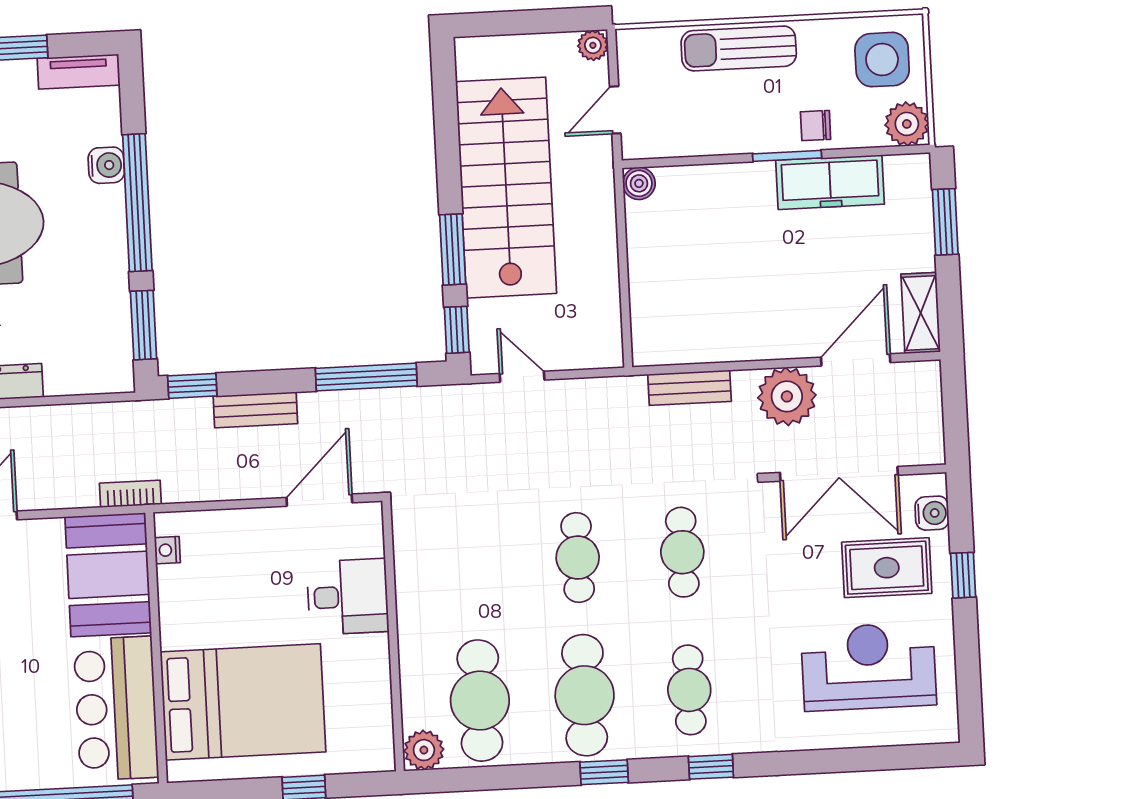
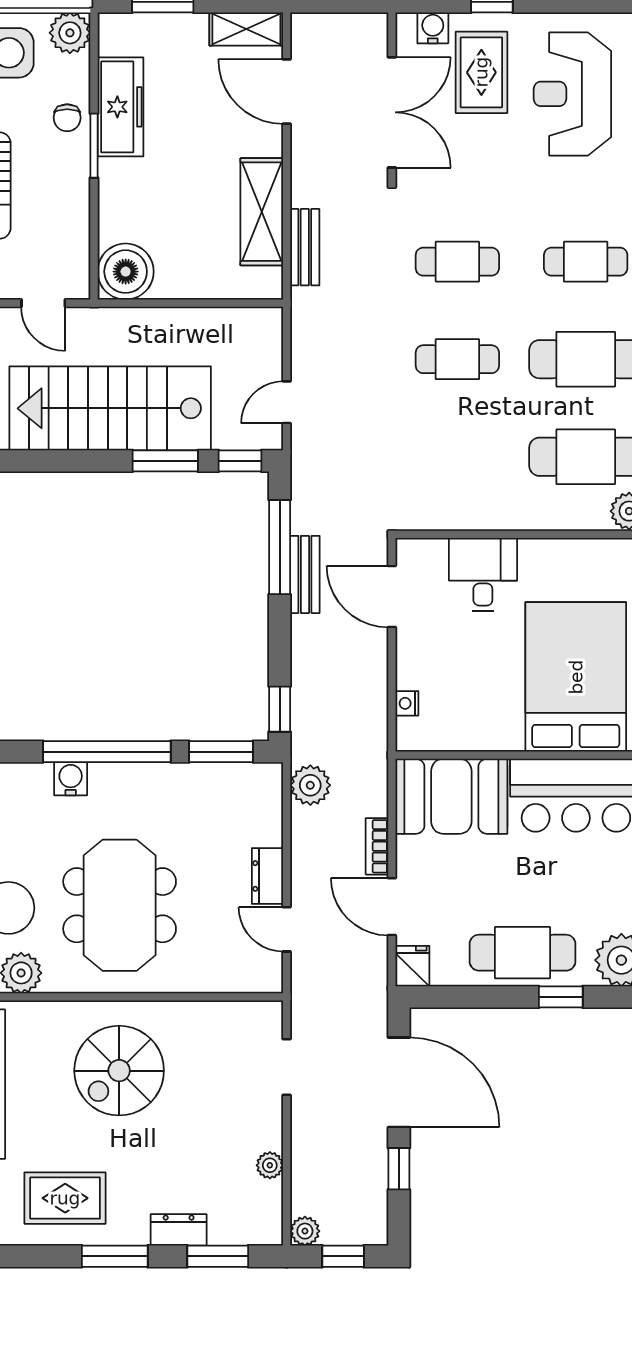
boiler: (639, 183) -> (126, 272), width x1.86, depth x1.86
shelving: (725, 340) -> (262, 212), added
plant: (787, 396) -> (310, 785), moved, width x0.73, depth x0.73
bench: (255, 410) -> (305, 574), moved
bookcase: (130, 494) -> (377, 846), moved
nightstand: (167, 550) -> (407, 703), moved, turned 90

